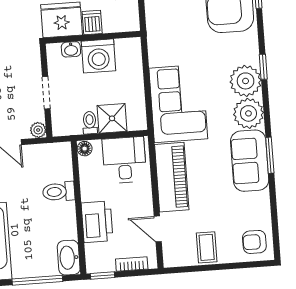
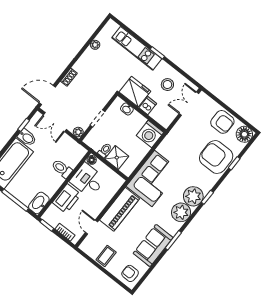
washing machine: (98, 56) -> (150, 134), moved
desk: (124, 160) -> (88, 180), moved, turned -90
sofa: (250, 161) -> (153, 246), moved

